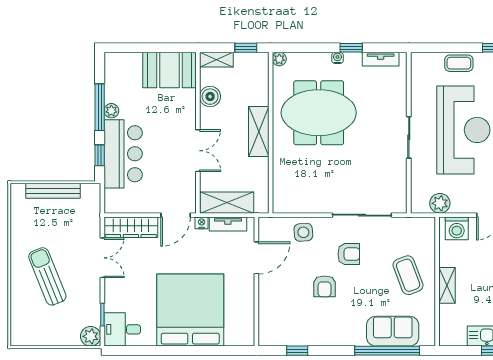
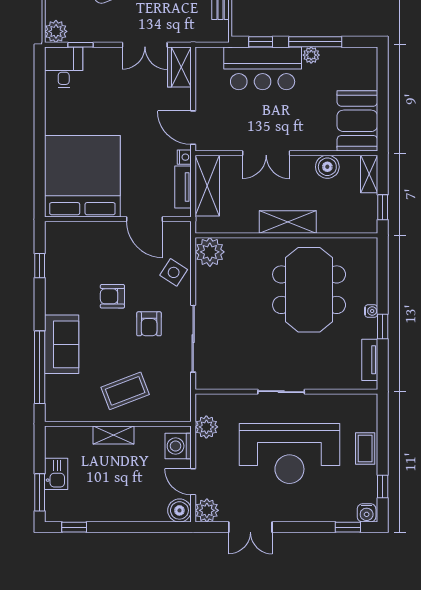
plant: (279, 59) -> (210, 252), moved, width x1.88, depth x1.88
wardrobe: (131, 227) -> (179, 67), width x0.67
side table: (303, 232) -> (174, 272), turned 37
bed: (190, 310) -> (82, 176), moved, turned -90
sofa: (393, 331) -> (62, 344), moved

